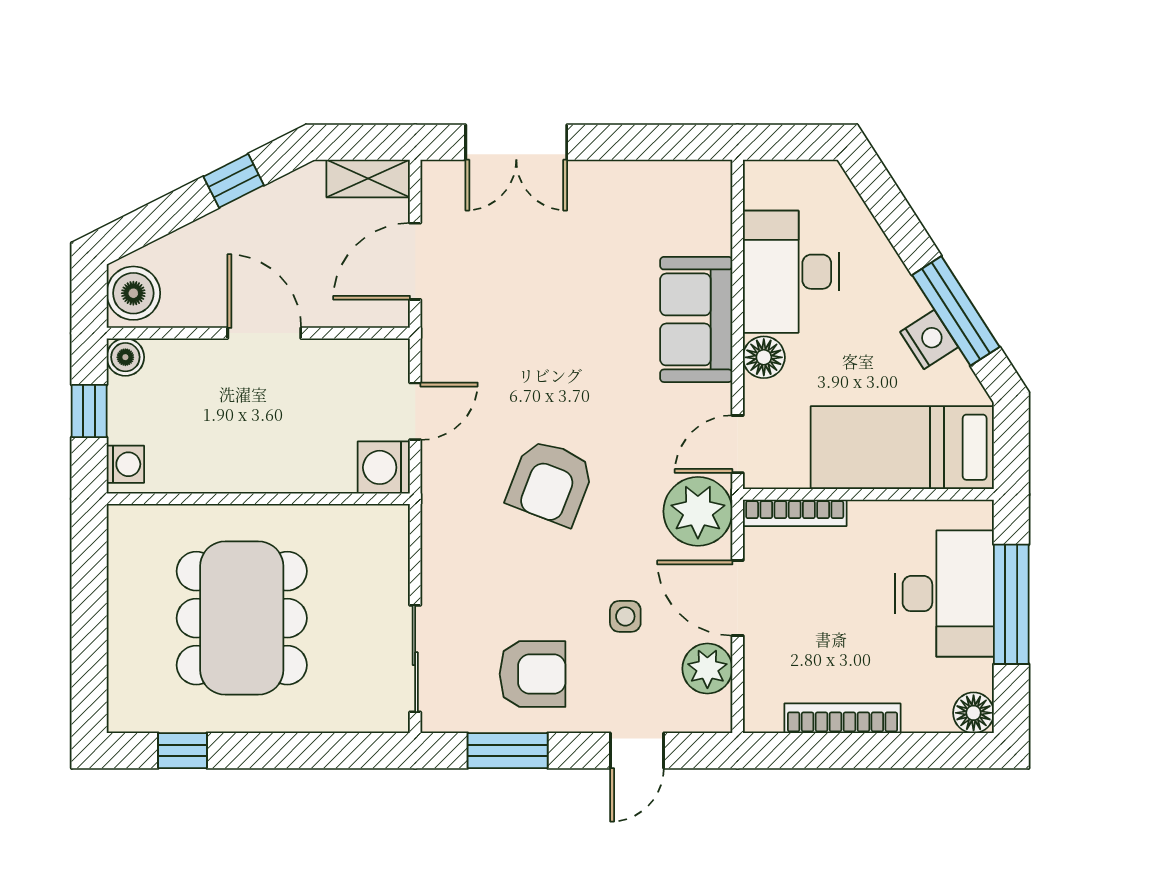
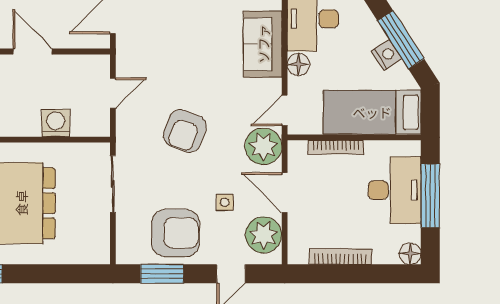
washing machine: (384, 467) -> (56, 123), moved, turned 90
bookcase: (795, 513) -> (336, 147), moved
sliding door: (415, 659) -> (113, 184), moved
plant: (707, 669) -> (264, 235), width x1.36, depth x1.36
armchair: (533, 674) -> (175, 233), width x1.36, depth x1.36

